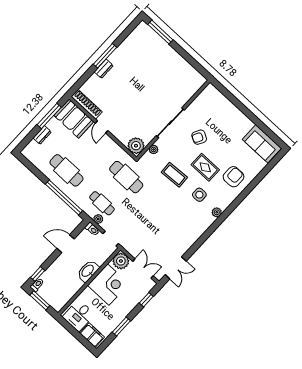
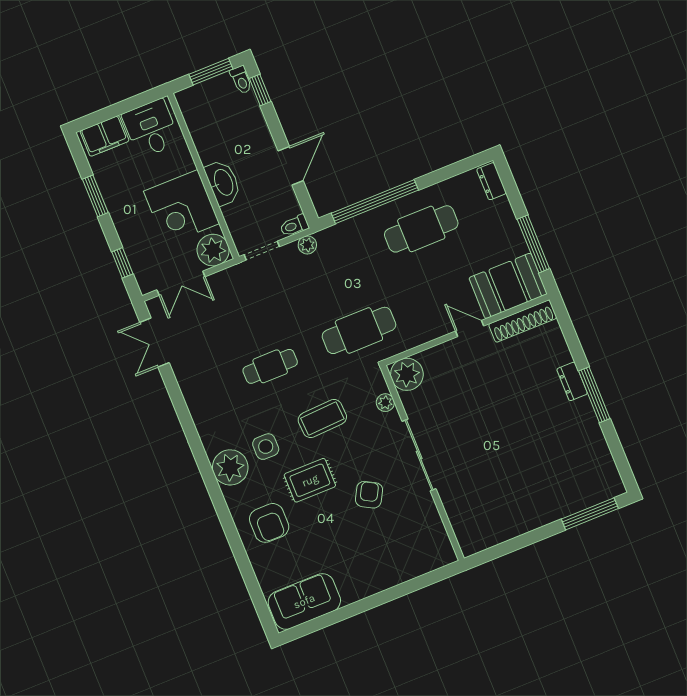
dresser: (42, 135) -> (491, 181), moved
cafe table: (102, 203) -> (270, 366), moved
plant: (217, 212) -> (230, 467), width x1.88, depth x1.88

